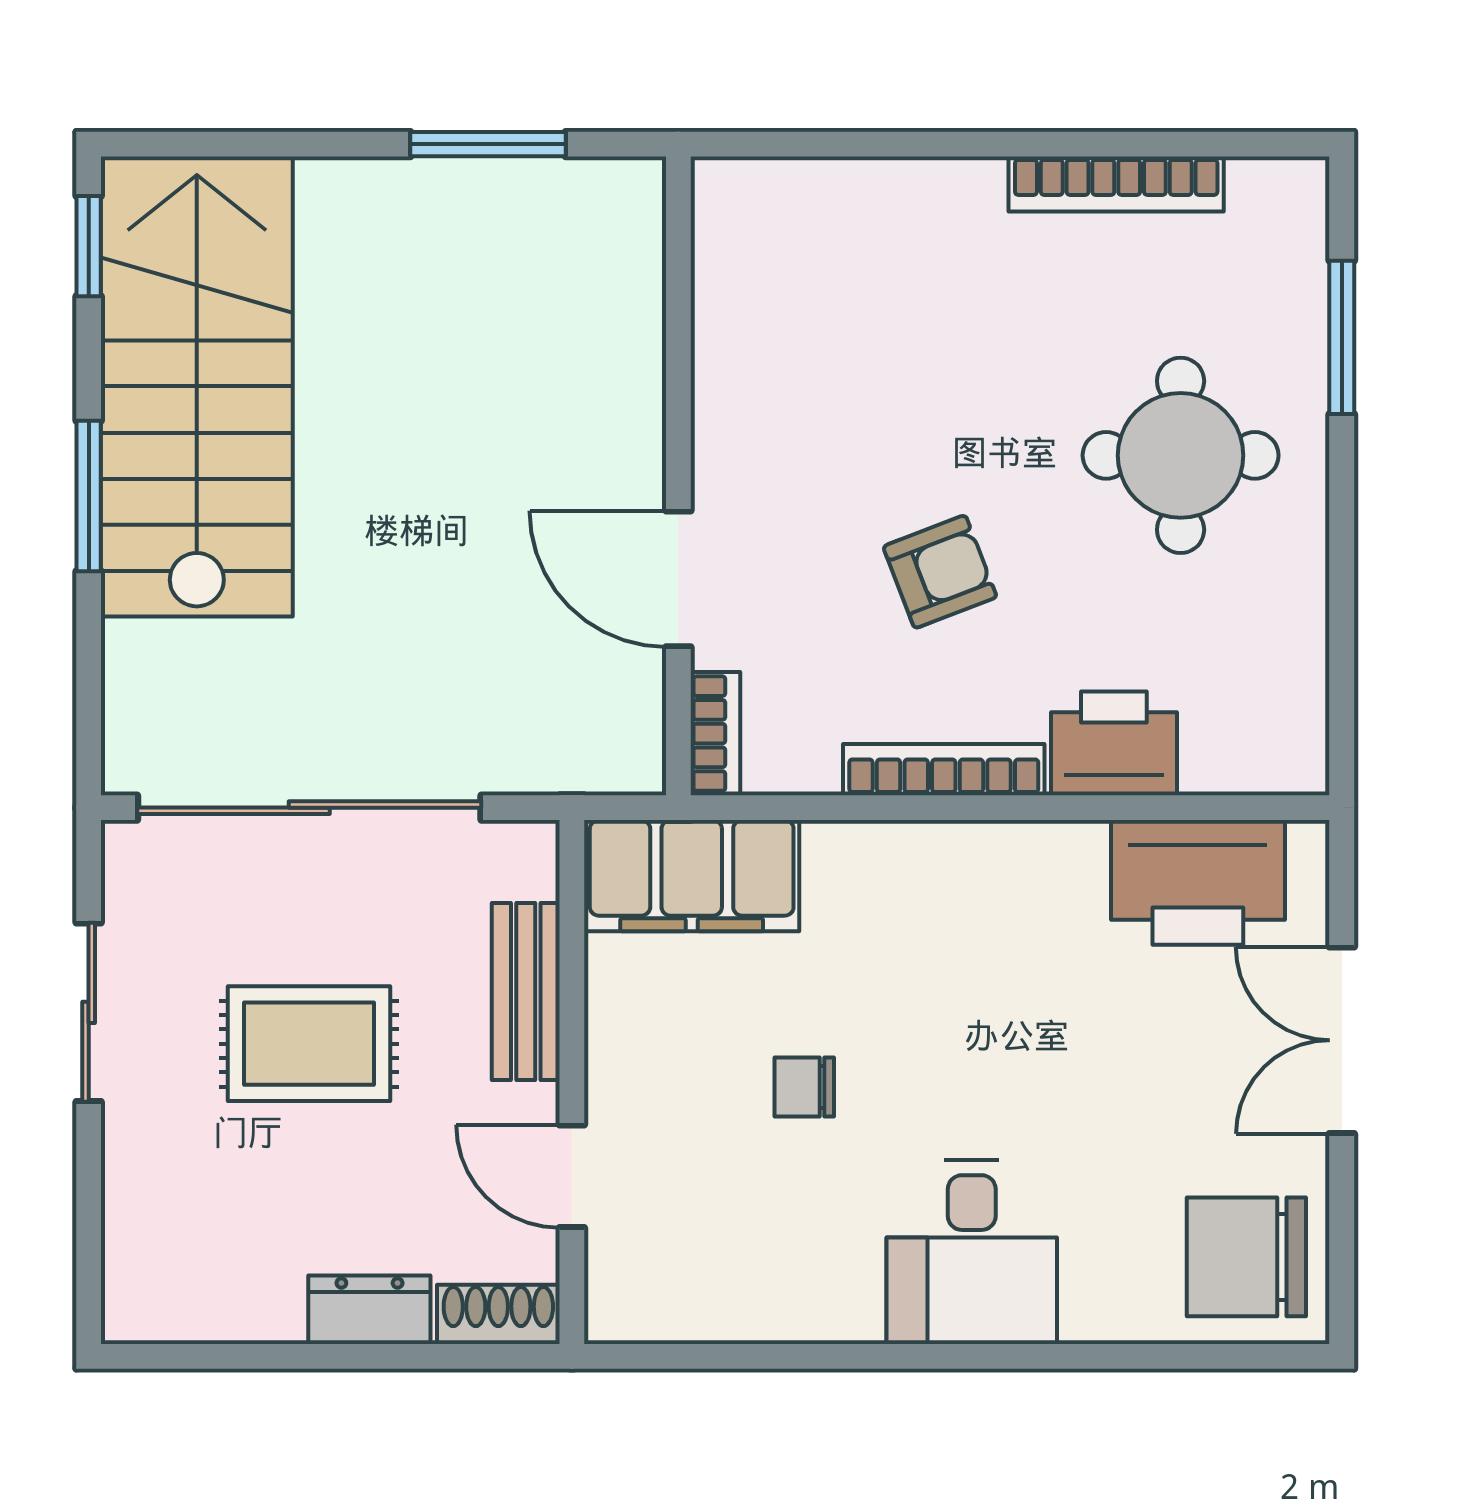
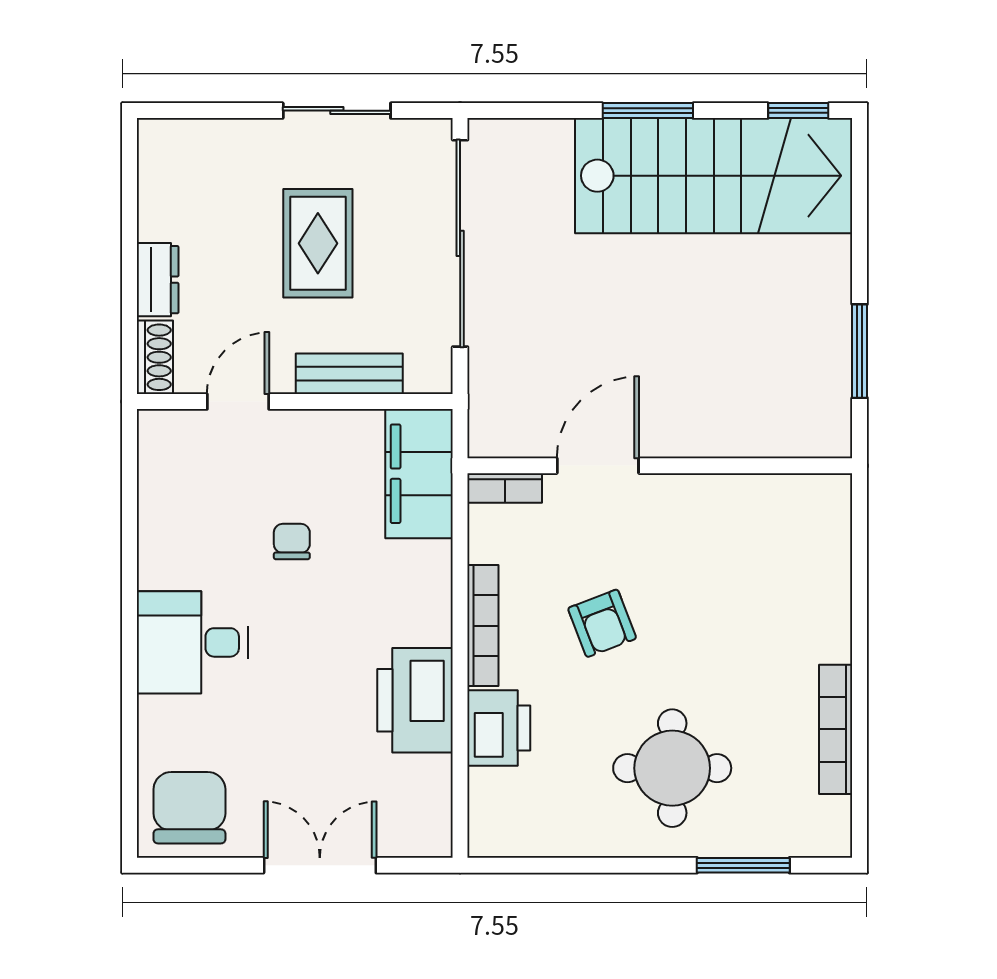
printer: (1198, 882) -> (415, 700), moved

